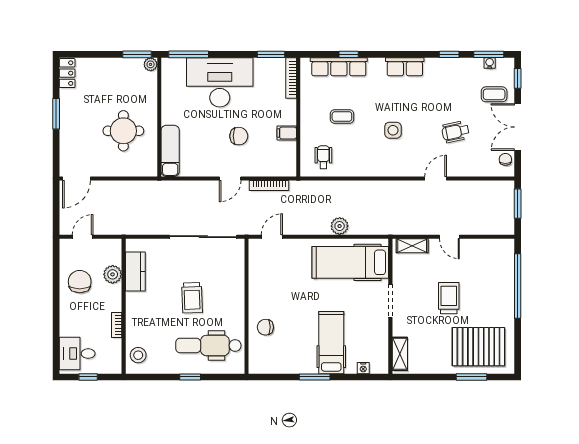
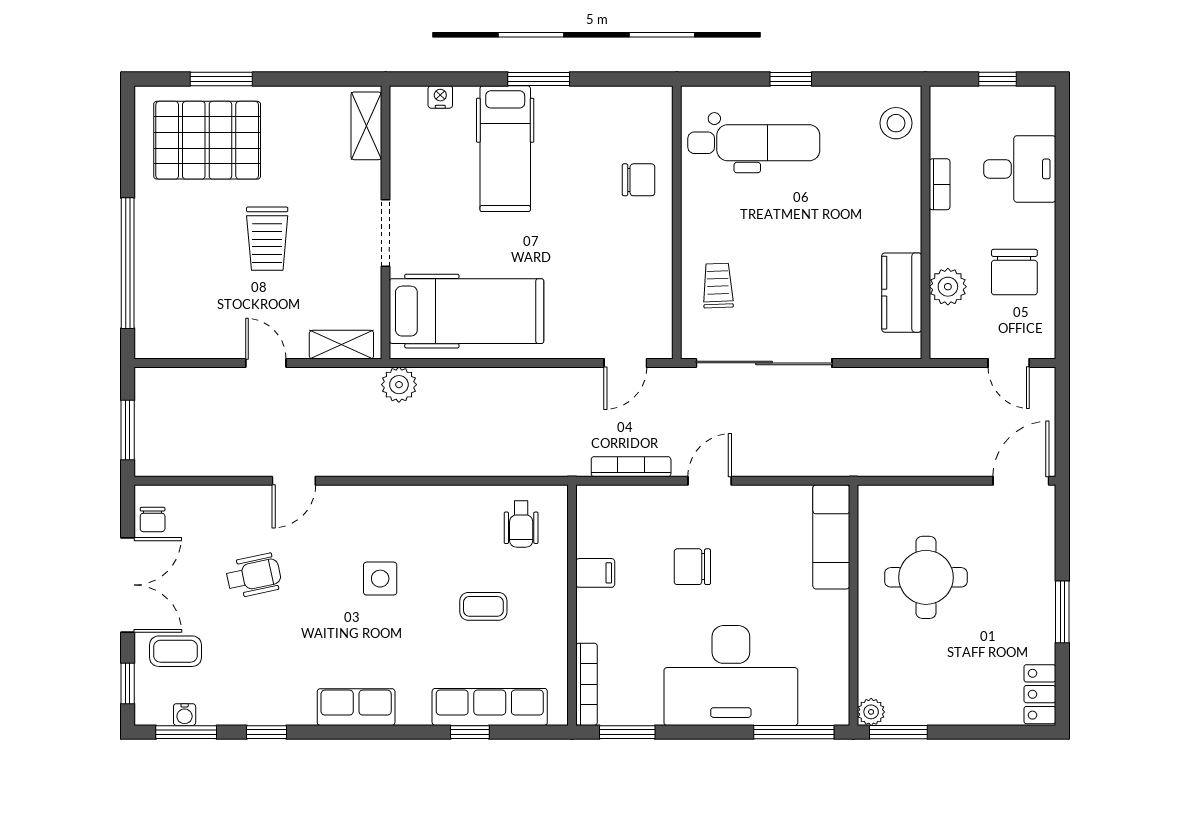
plant: (340, 226) -> (399, 385), moved
door: (83, 237) -> (1009, 363), hinge flipped
trolley: (192, 298) -> (718, 286), moved, width x0.73, depth x0.72
desk: (77, 354) -> (1020, 169), moved

